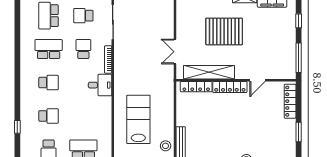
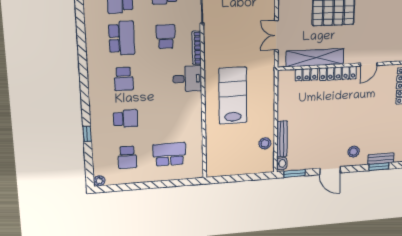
school desk: (49, 49) -> (122, 38), turned 90
school desk: (49, 83) -> (124, 79), turned 90
locker: (196, 87) -> (306, 75), width x0.66
lab bench: (138, 119) -> (233, 96), moved

